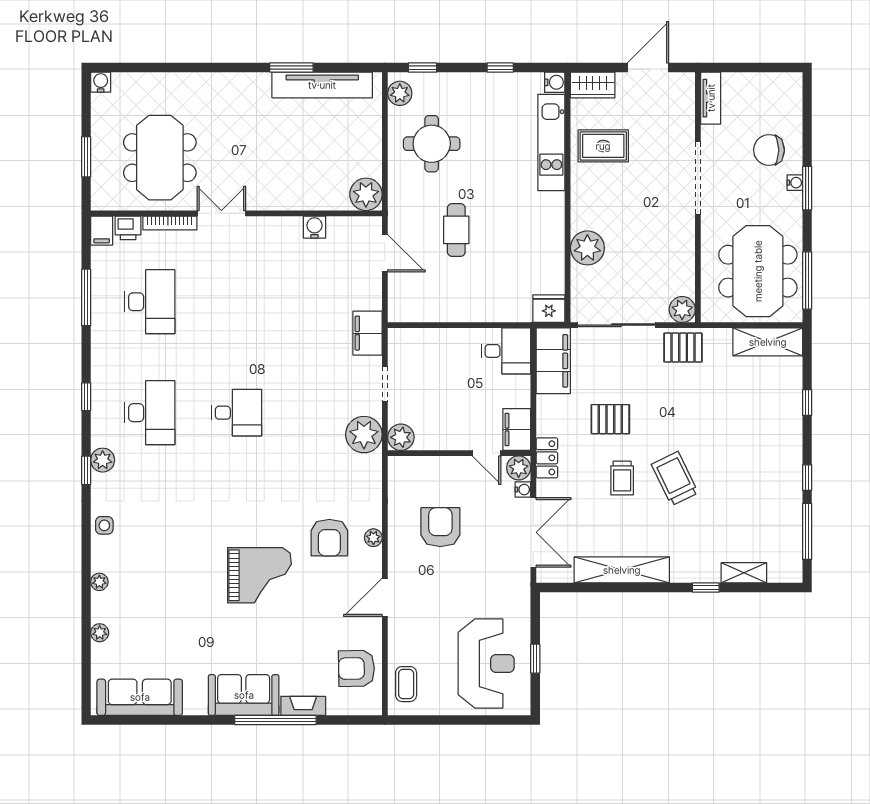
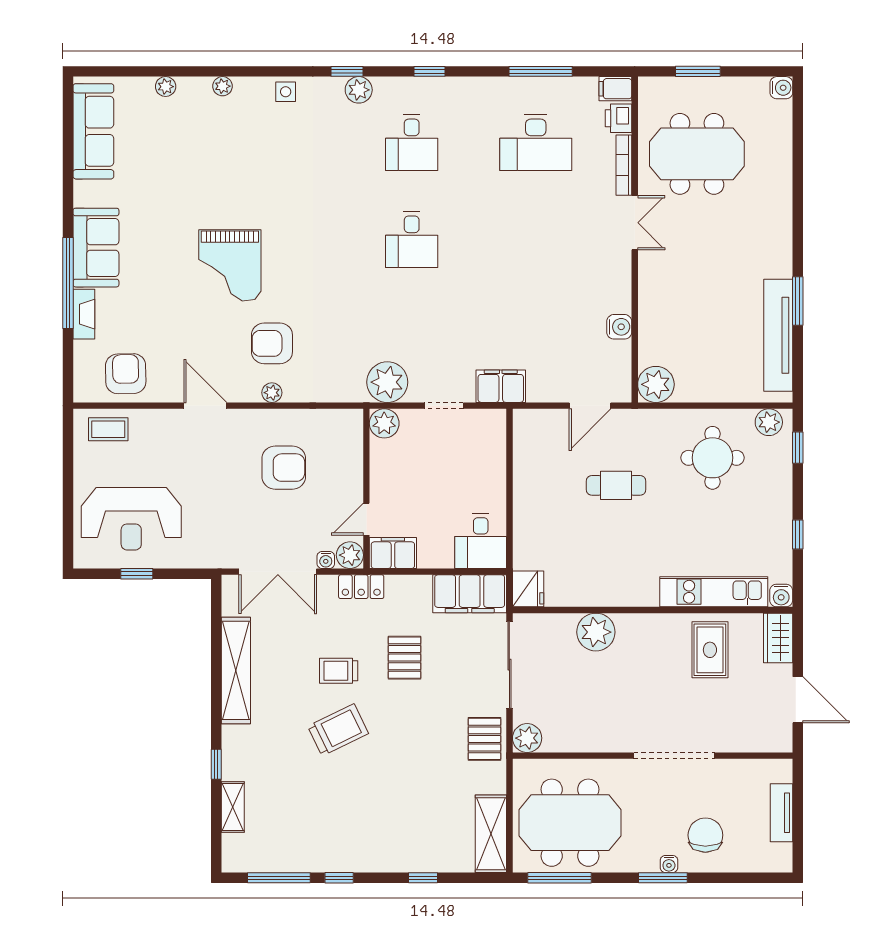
tv unit: (711, 98) -> (781, 813), moved, turned 90
desk: (150, 413) -> (412, 143), width x0.73

